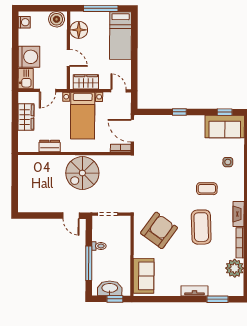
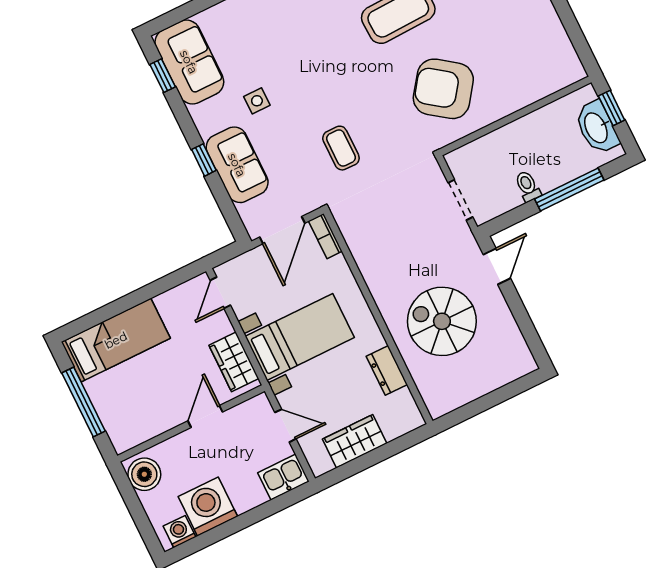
floor lamp: (79, 30) -> (144, 423), removed
washing machine: (29, 57) -> (208, 506), moved
side table: (228, 162) -> (257, 101), moved
spiral stairs: (82, 173) -> (442, 321), moved, turned 180
coffee table: (207, 189) -> (341, 148), moved
sofa: (144, 276) -> (237, 165), moved, turned 90

